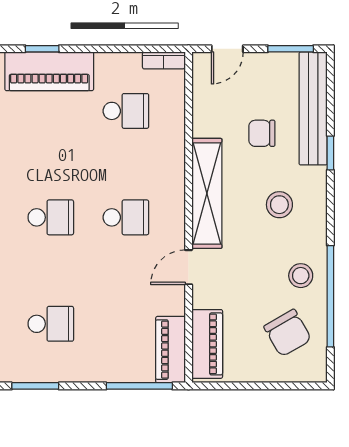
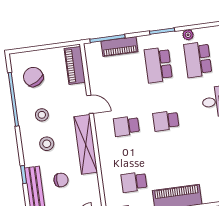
door: (189, 267) -> (90, 104), hinge flipped
stool: (301, 276) -> (42, 115), moved
school desk: (51, 324) -> (158, 65), width x1.85
piano: (171, 350) -> (119, 47), moved, turned 90

